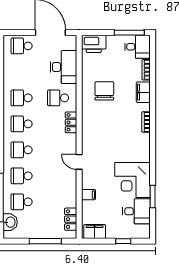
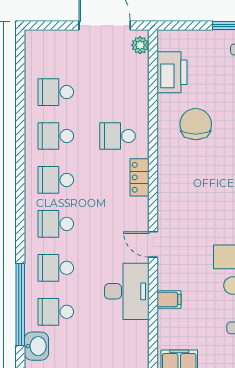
plant: (71, 44) -> (140, 45), added
printer: (94, 44) -> (172, 72), moved, turned -90
school desk: (22, 46) -> (56, 92), moved
desk: (64, 67) -> (127, 291), moved
locker: (71, 219) -> (139, 341), removed

